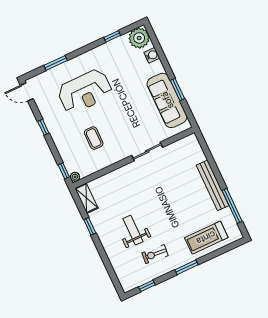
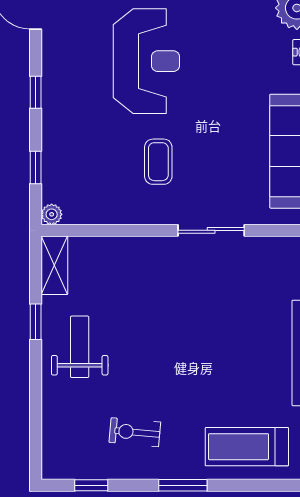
reception desk: (85, 91) -> (146, 61), turned -90
coffee table: (94, 138) -> (158, 162), moved
window: (64, 171) -> (36, 167), moved
weight bench: (133, 230) -> (80, 347), moved

